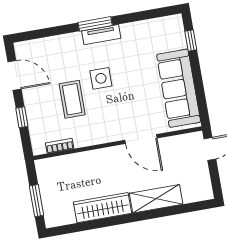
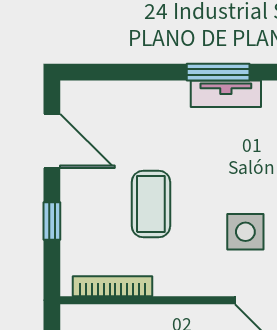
side table: (101, 78) -> (245, 232), moved
bookcase: (60, 146) -> (113, 286), width x1.56

